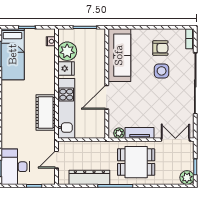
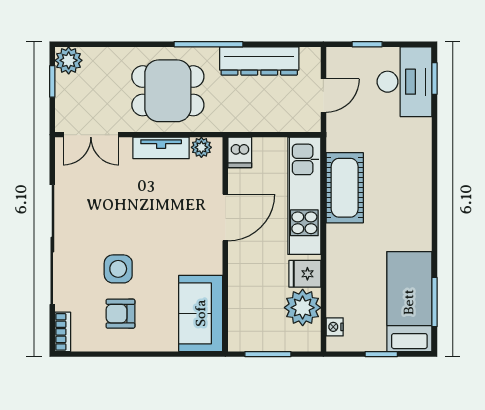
sofa: (119, 55) -> (201, 313), width x0.73
dishwasher: (99, 131) -> (240, 152), added

